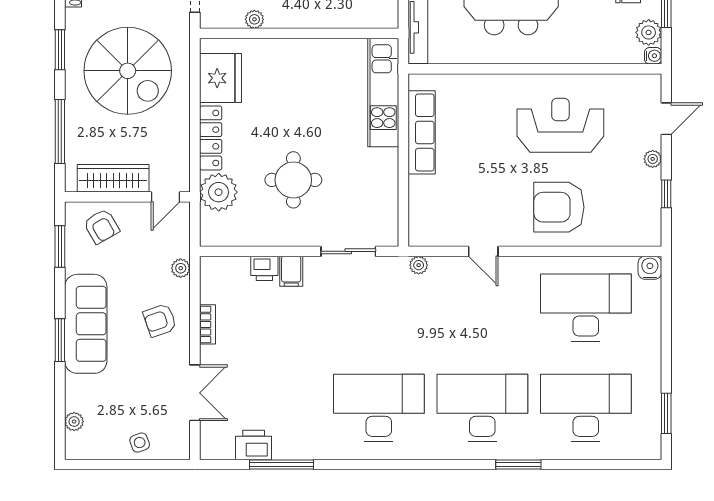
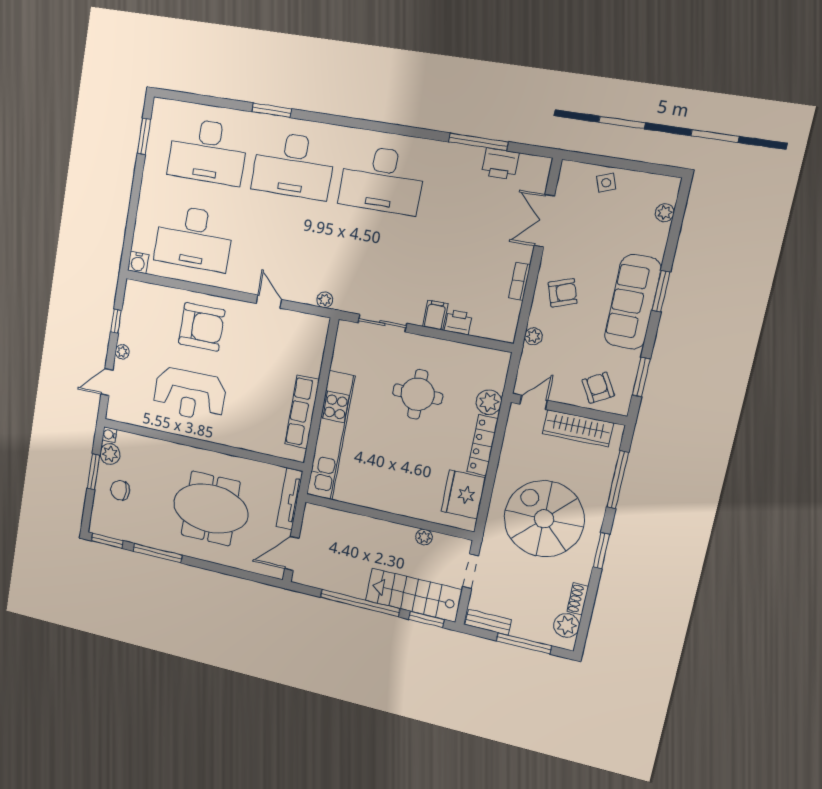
kitchen unit: (383, 93) -> (331, 436), width x1.36
plant: (219, 192) -> (489, 402), width x0.73, depth x0.73

